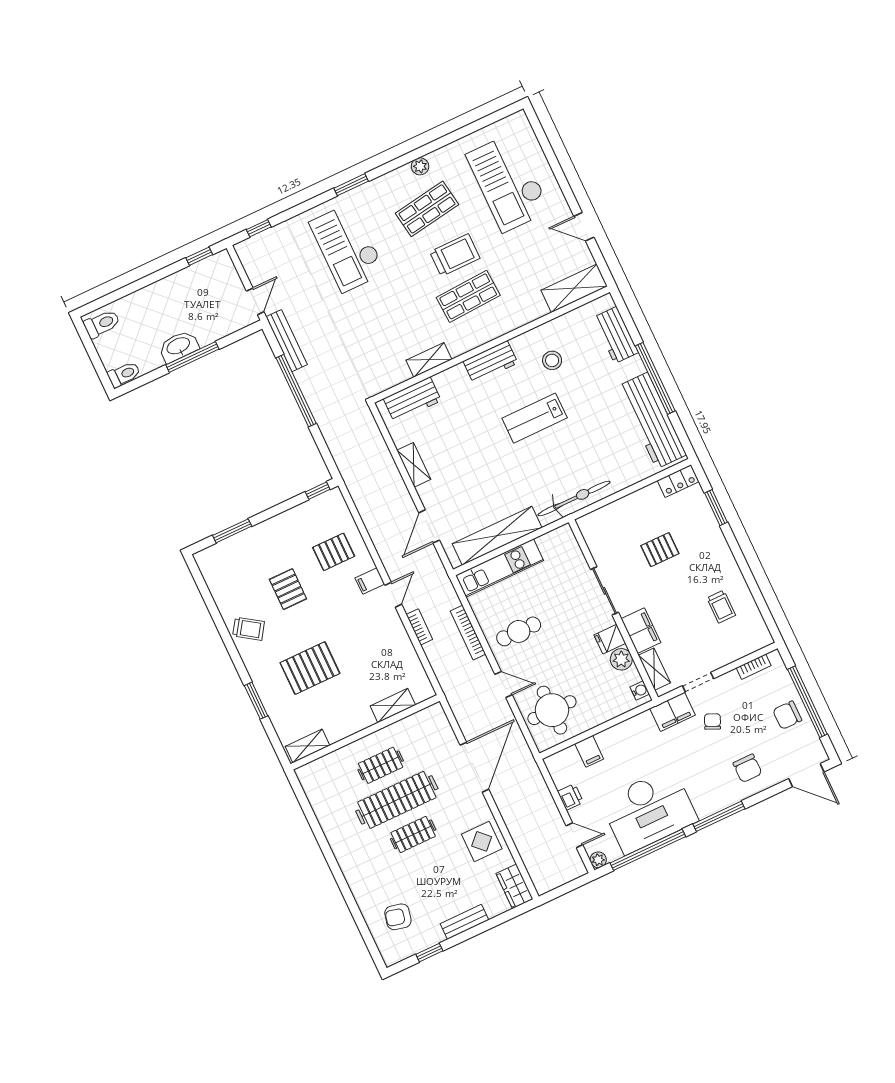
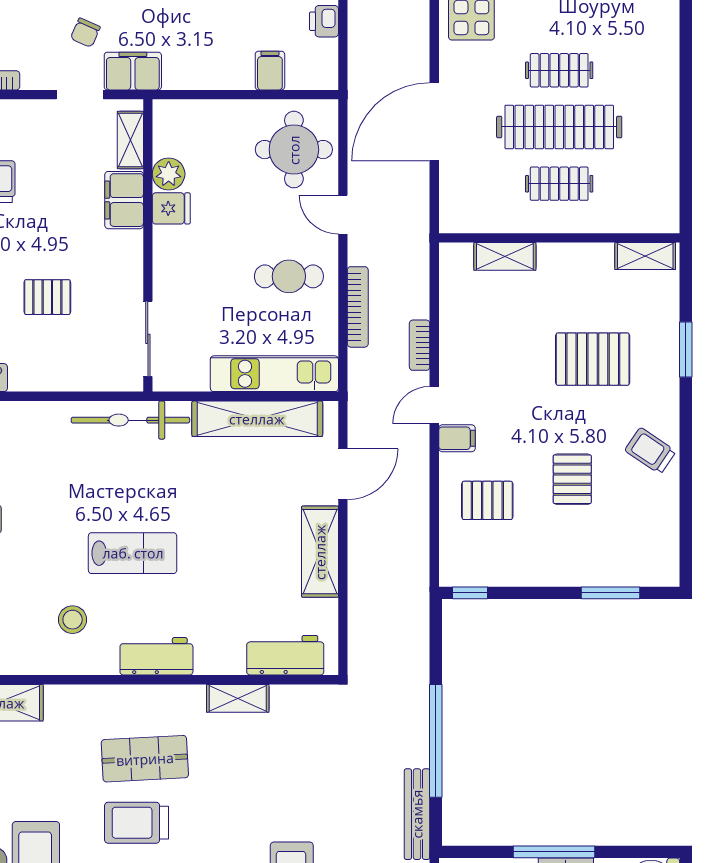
shelving: (414, 465) -> (320, 552), width x1.50, depth x1.33
sliding door: (605, 591) -> (148, 339), moved
water cooler: (640, 691) -> (163, 120), removed

